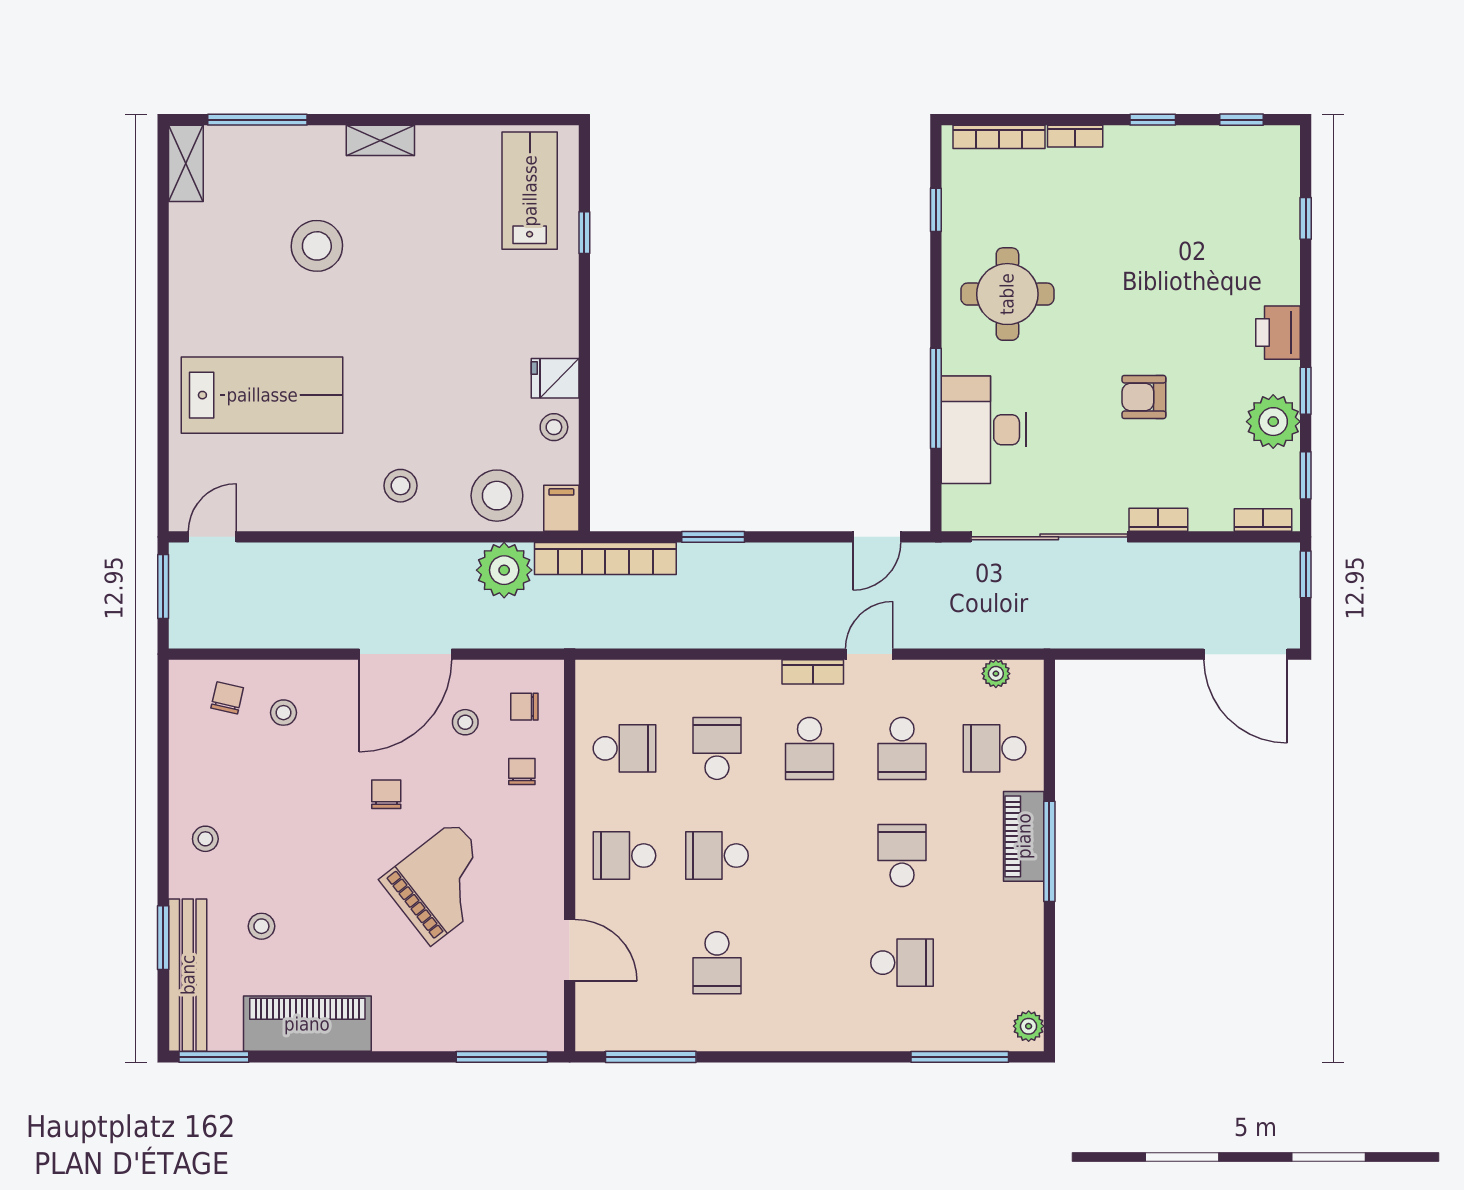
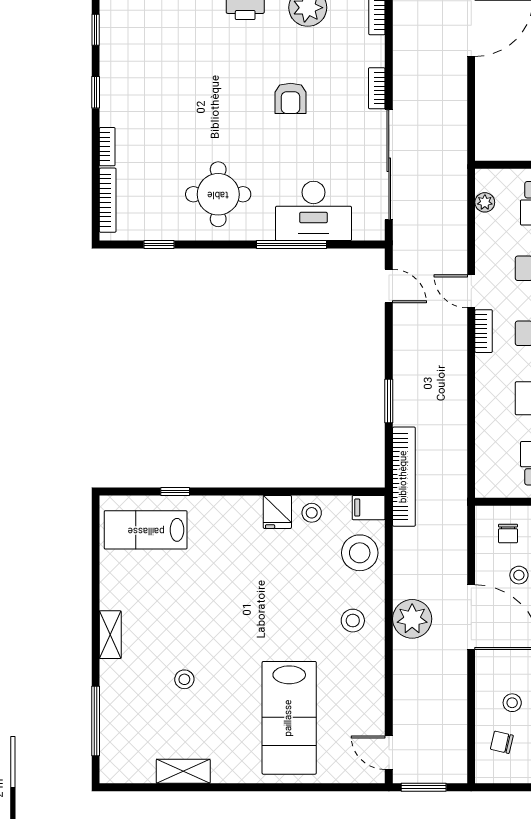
shelving: (186, 163) -> (183, 771), moved
stool: (317, 246) -> (184, 679), width x0.53, depth x0.53
lab bench: (262, 395) -> (289, 718), turned 180
plant: (504, 570) -> (412, 619), moved

